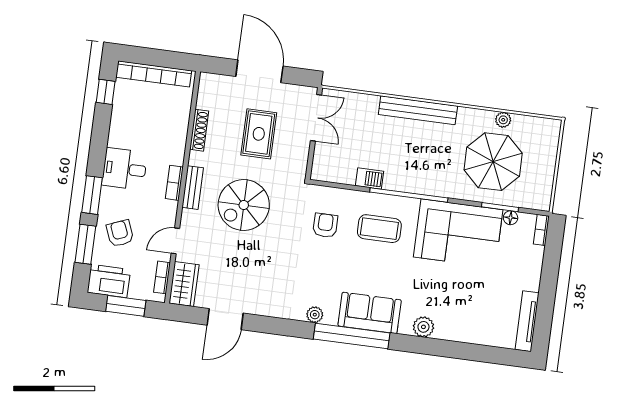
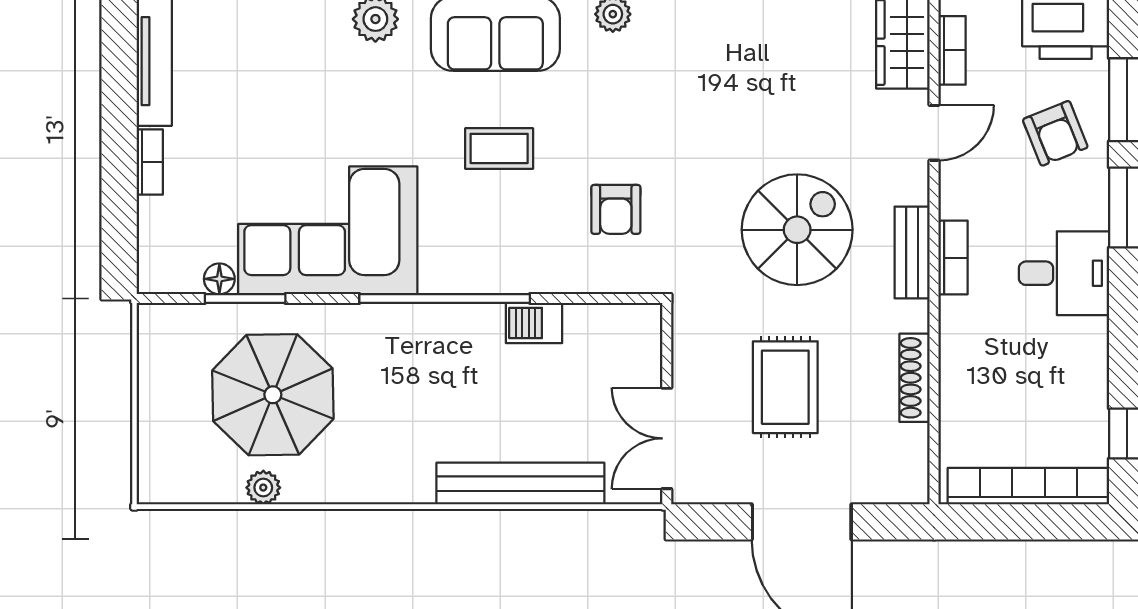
bench: (418, 110) -> (520, 484), moved
coffee table: (379, 229) -> (499, 148), moved, width x0.73, depth x0.77
bookcase: (541, 230) -> (150, 162), moved

